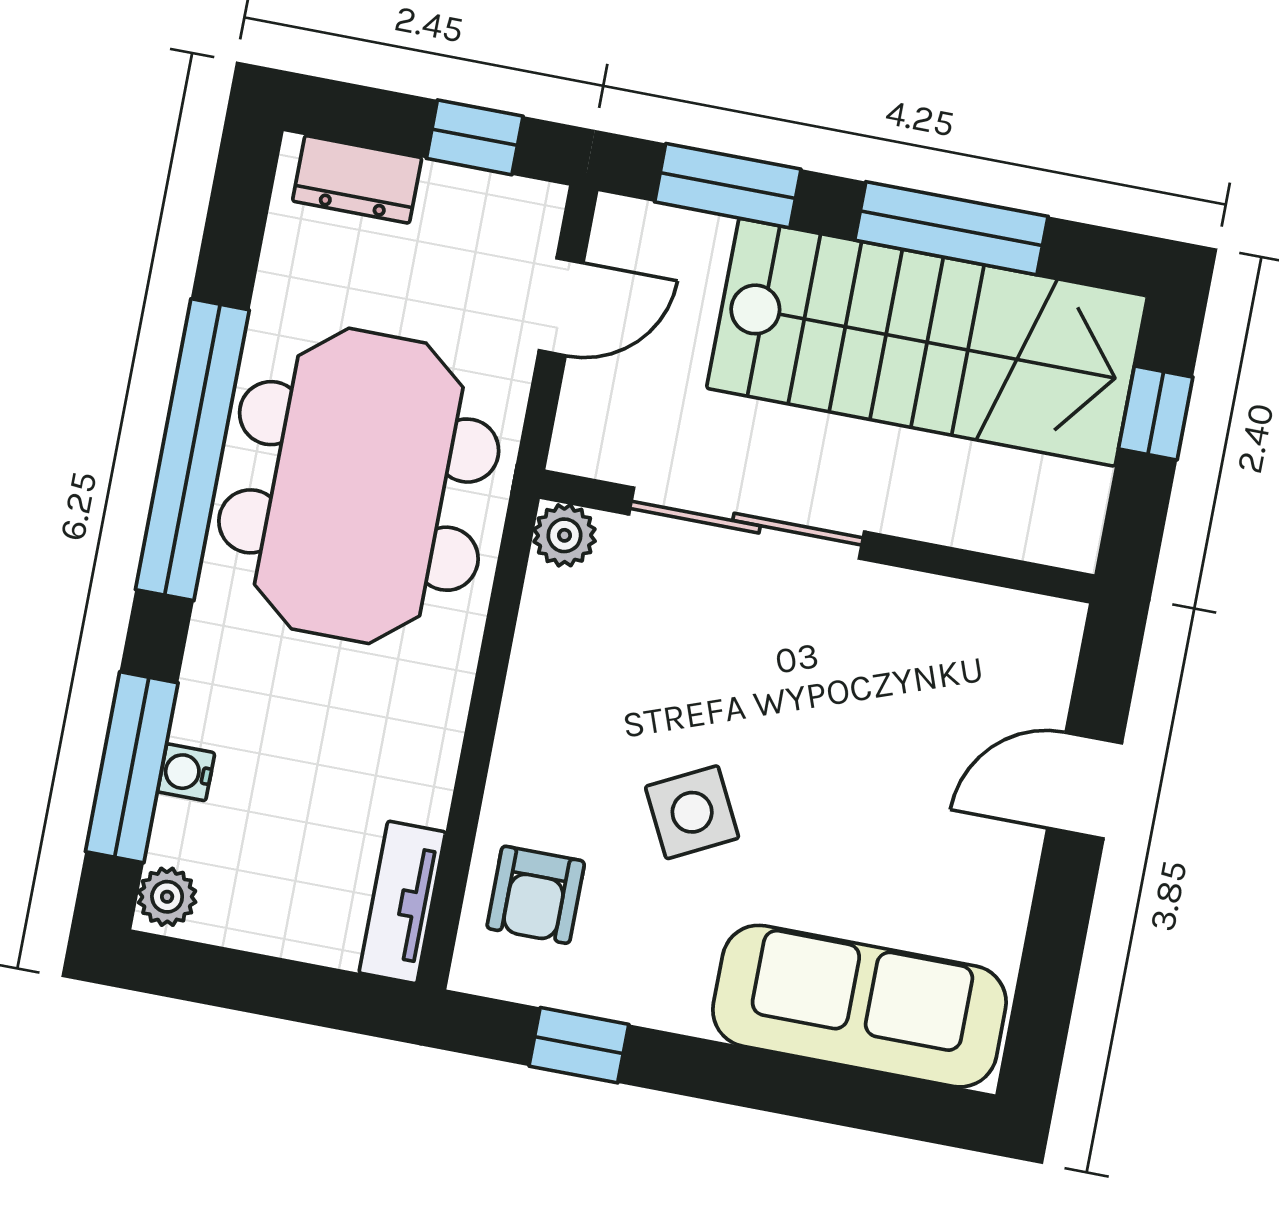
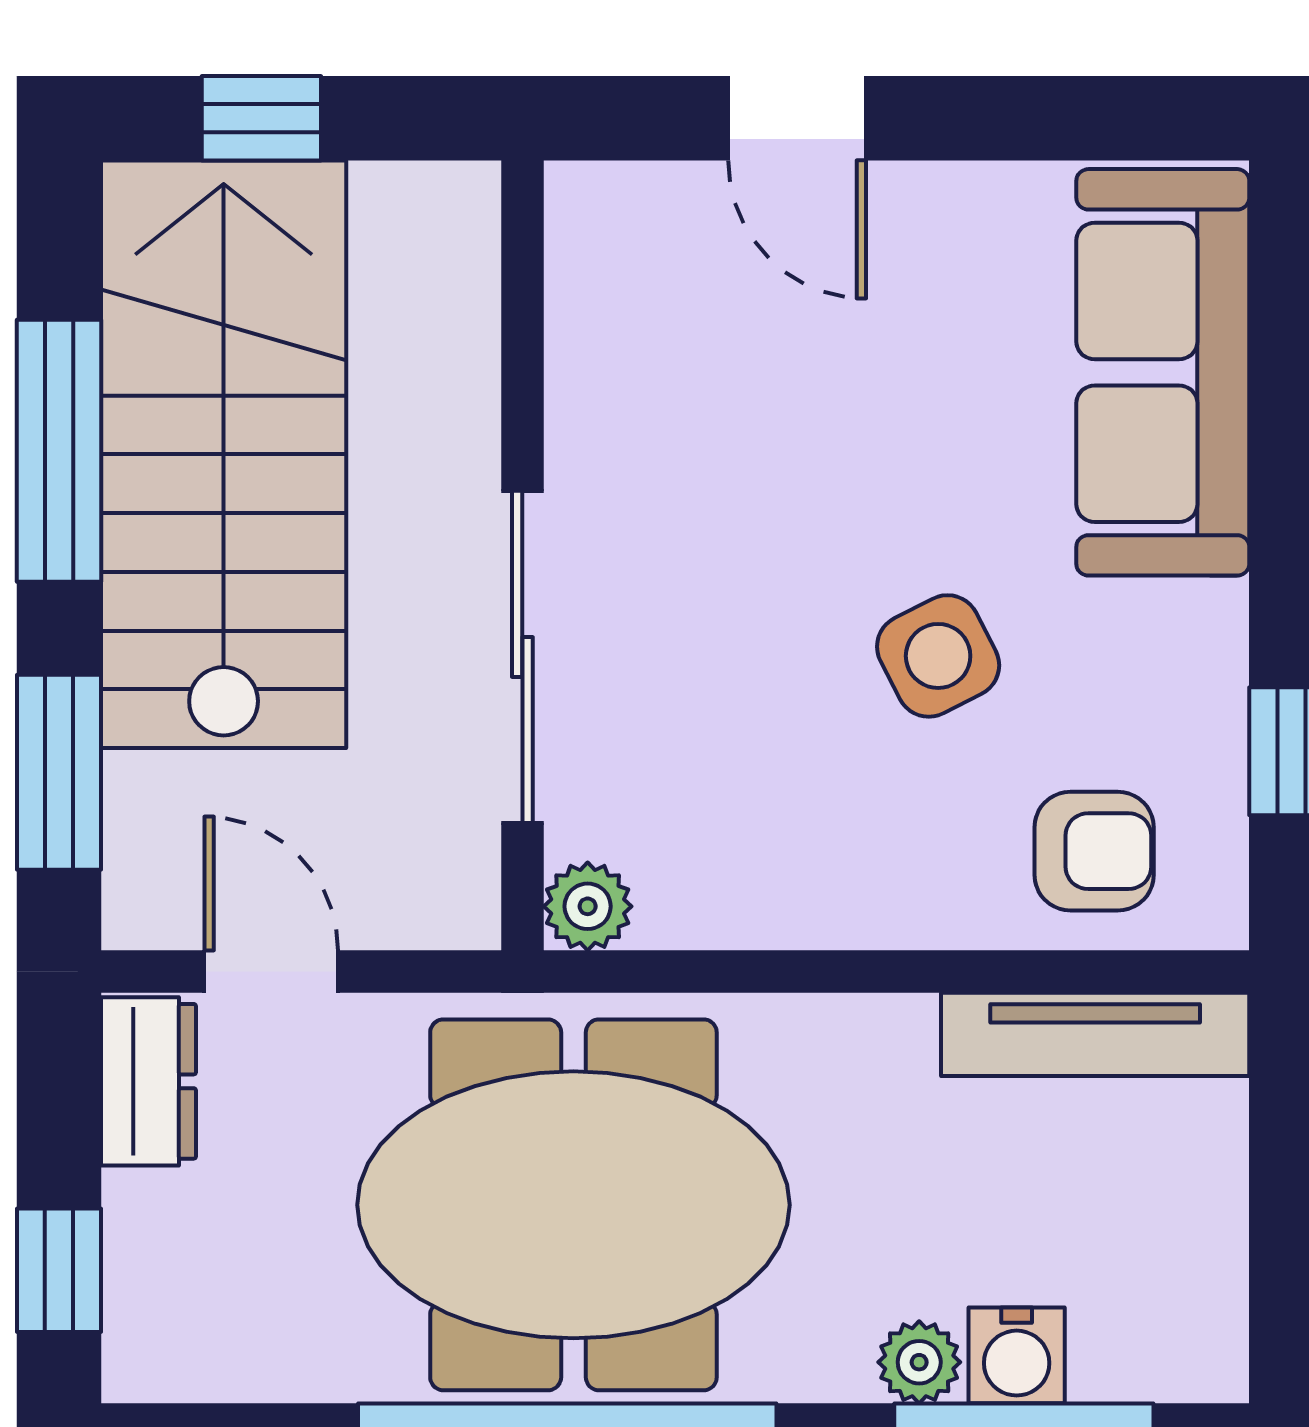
window: (475, 137) -> (59, 1270), moved
dresser: (357, 179) -> (149, 1081), moved
water cooler: (186, 772) -> (1017, 1355), width x1.38, depth x1.38
plant: (167, 897) -> (919, 1362), moved
tv unit: (402, 902) -> (1095, 1034), width x1.41

